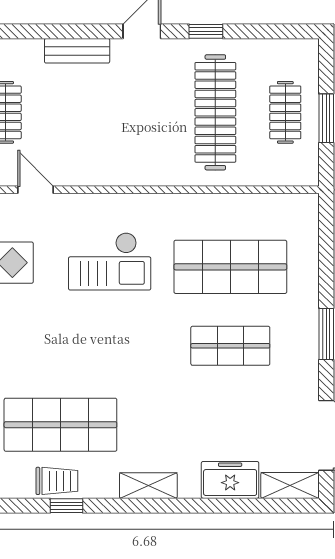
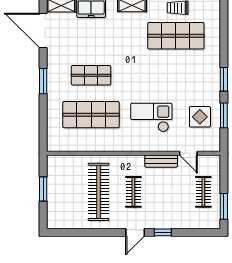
window: (206, 31) -> (163, 232), moved
bench: (77, 51) -> (161, 161), moved
clothes rail: (285, 112) -> (133, 192), moved

